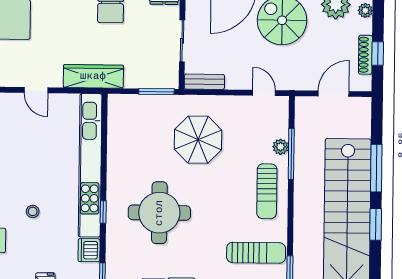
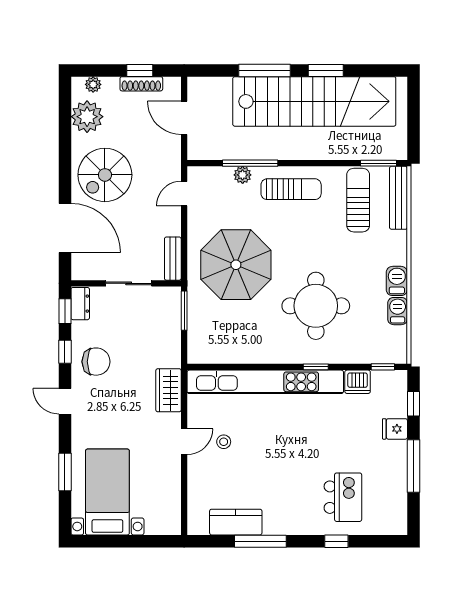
wardrobe: (93, 76) -> (168, 390), width x0.67
parasol: (198, 140) -> (236, 265), width x1.36, depth x1.36
stool: (33, 211) -> (224, 442), moved

